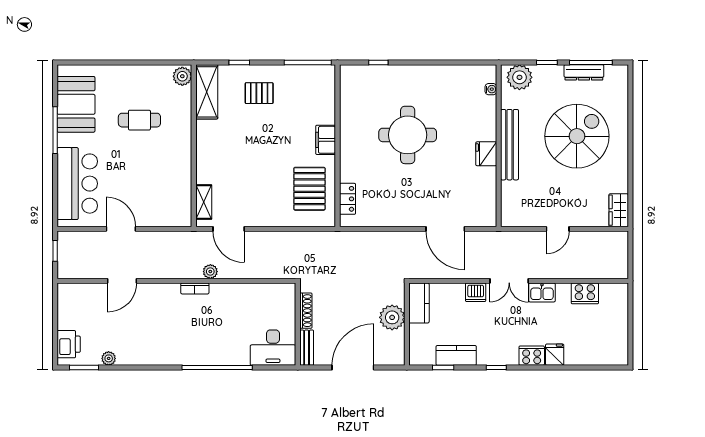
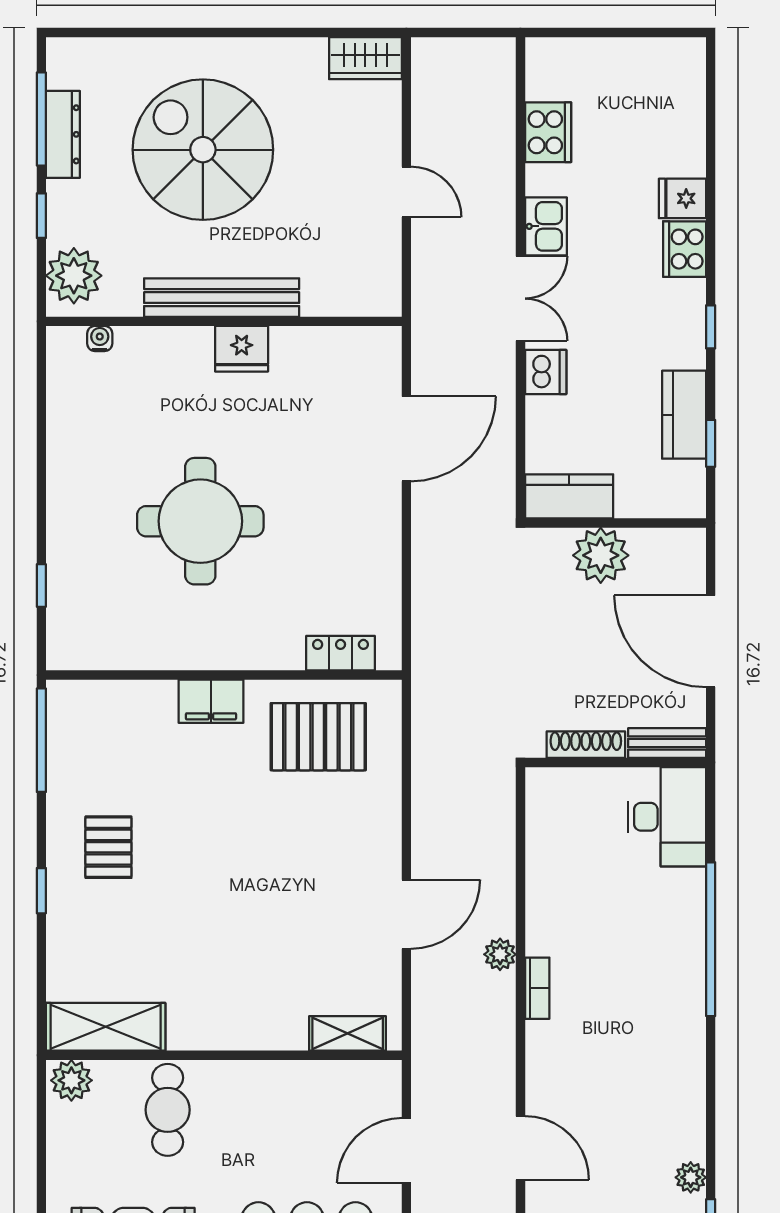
plant: (182, 76) -> (71, 1080), moved
shelving: (207, 92) -> (106, 1027), moved
wall: (194, 146) -> (224, 1055), moved
shelving: (204, 202) -> (348, 1033), moved

